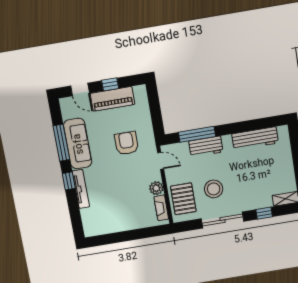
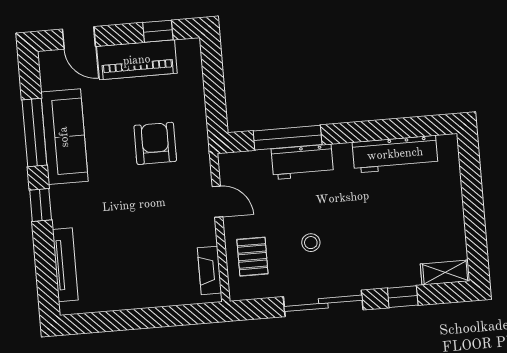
window: (110, 84) -> (158, 31), moved
door: (161, 161) -> (218, 202), moved
plant: (156, 188) -> (203, 232), removed
tv unit: (81, 189) -> (65, 265), moved
stool: (214, 189) -> (311, 243), width x0.53, depth x0.53
pallet: (183, 199) -> (252, 257), width x0.67, depth x0.71

